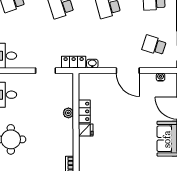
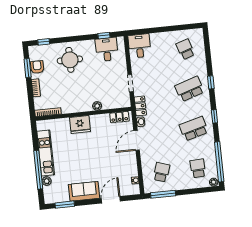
door: (128, 71) -> (137, 140), moved
locker: (84, 111) -> (119, 117), moved
fridge: (86, 130) -> (80, 125), width x1.88, depth x1.34

